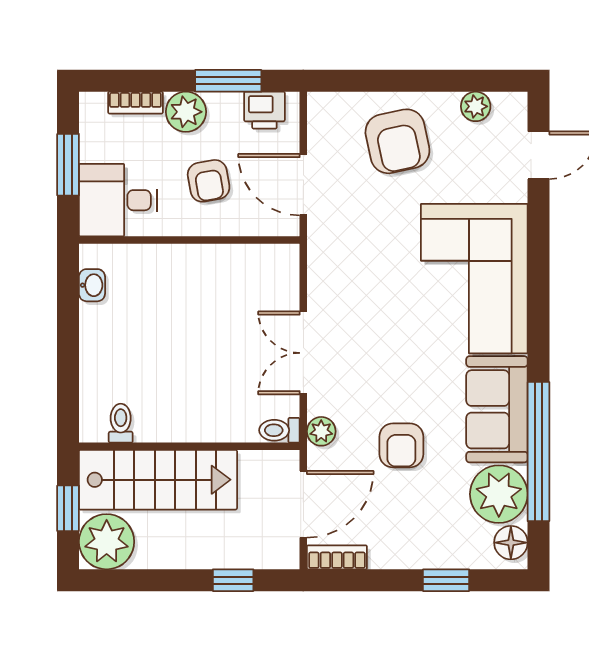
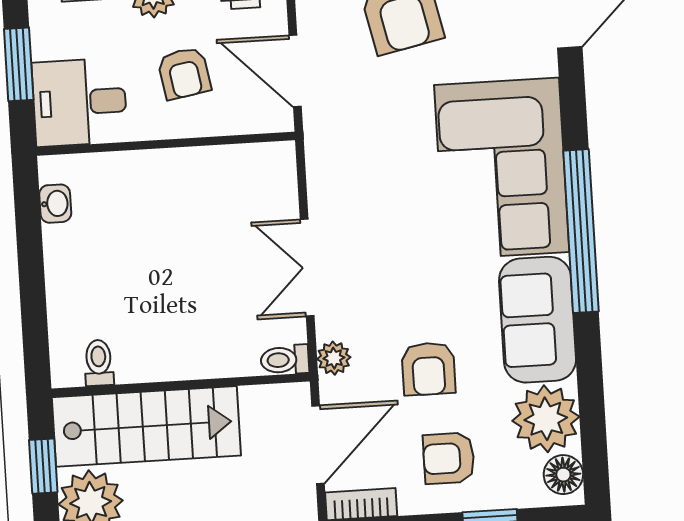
window: (538, 452) -> (581, 231), moved
armchair: (414, 523) -> (449, 458), added

